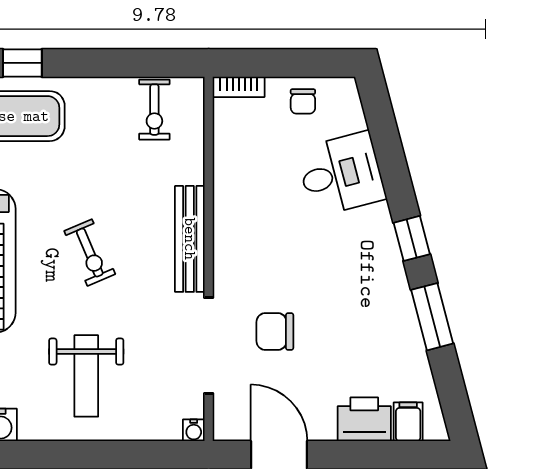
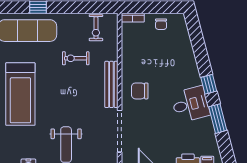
desk: (341, 174) -> (190, 104), moved
exercise bike: (90, 253) -> (76, 58), moved, turned 113
chair: (275, 332) -> (140, 91), moved

